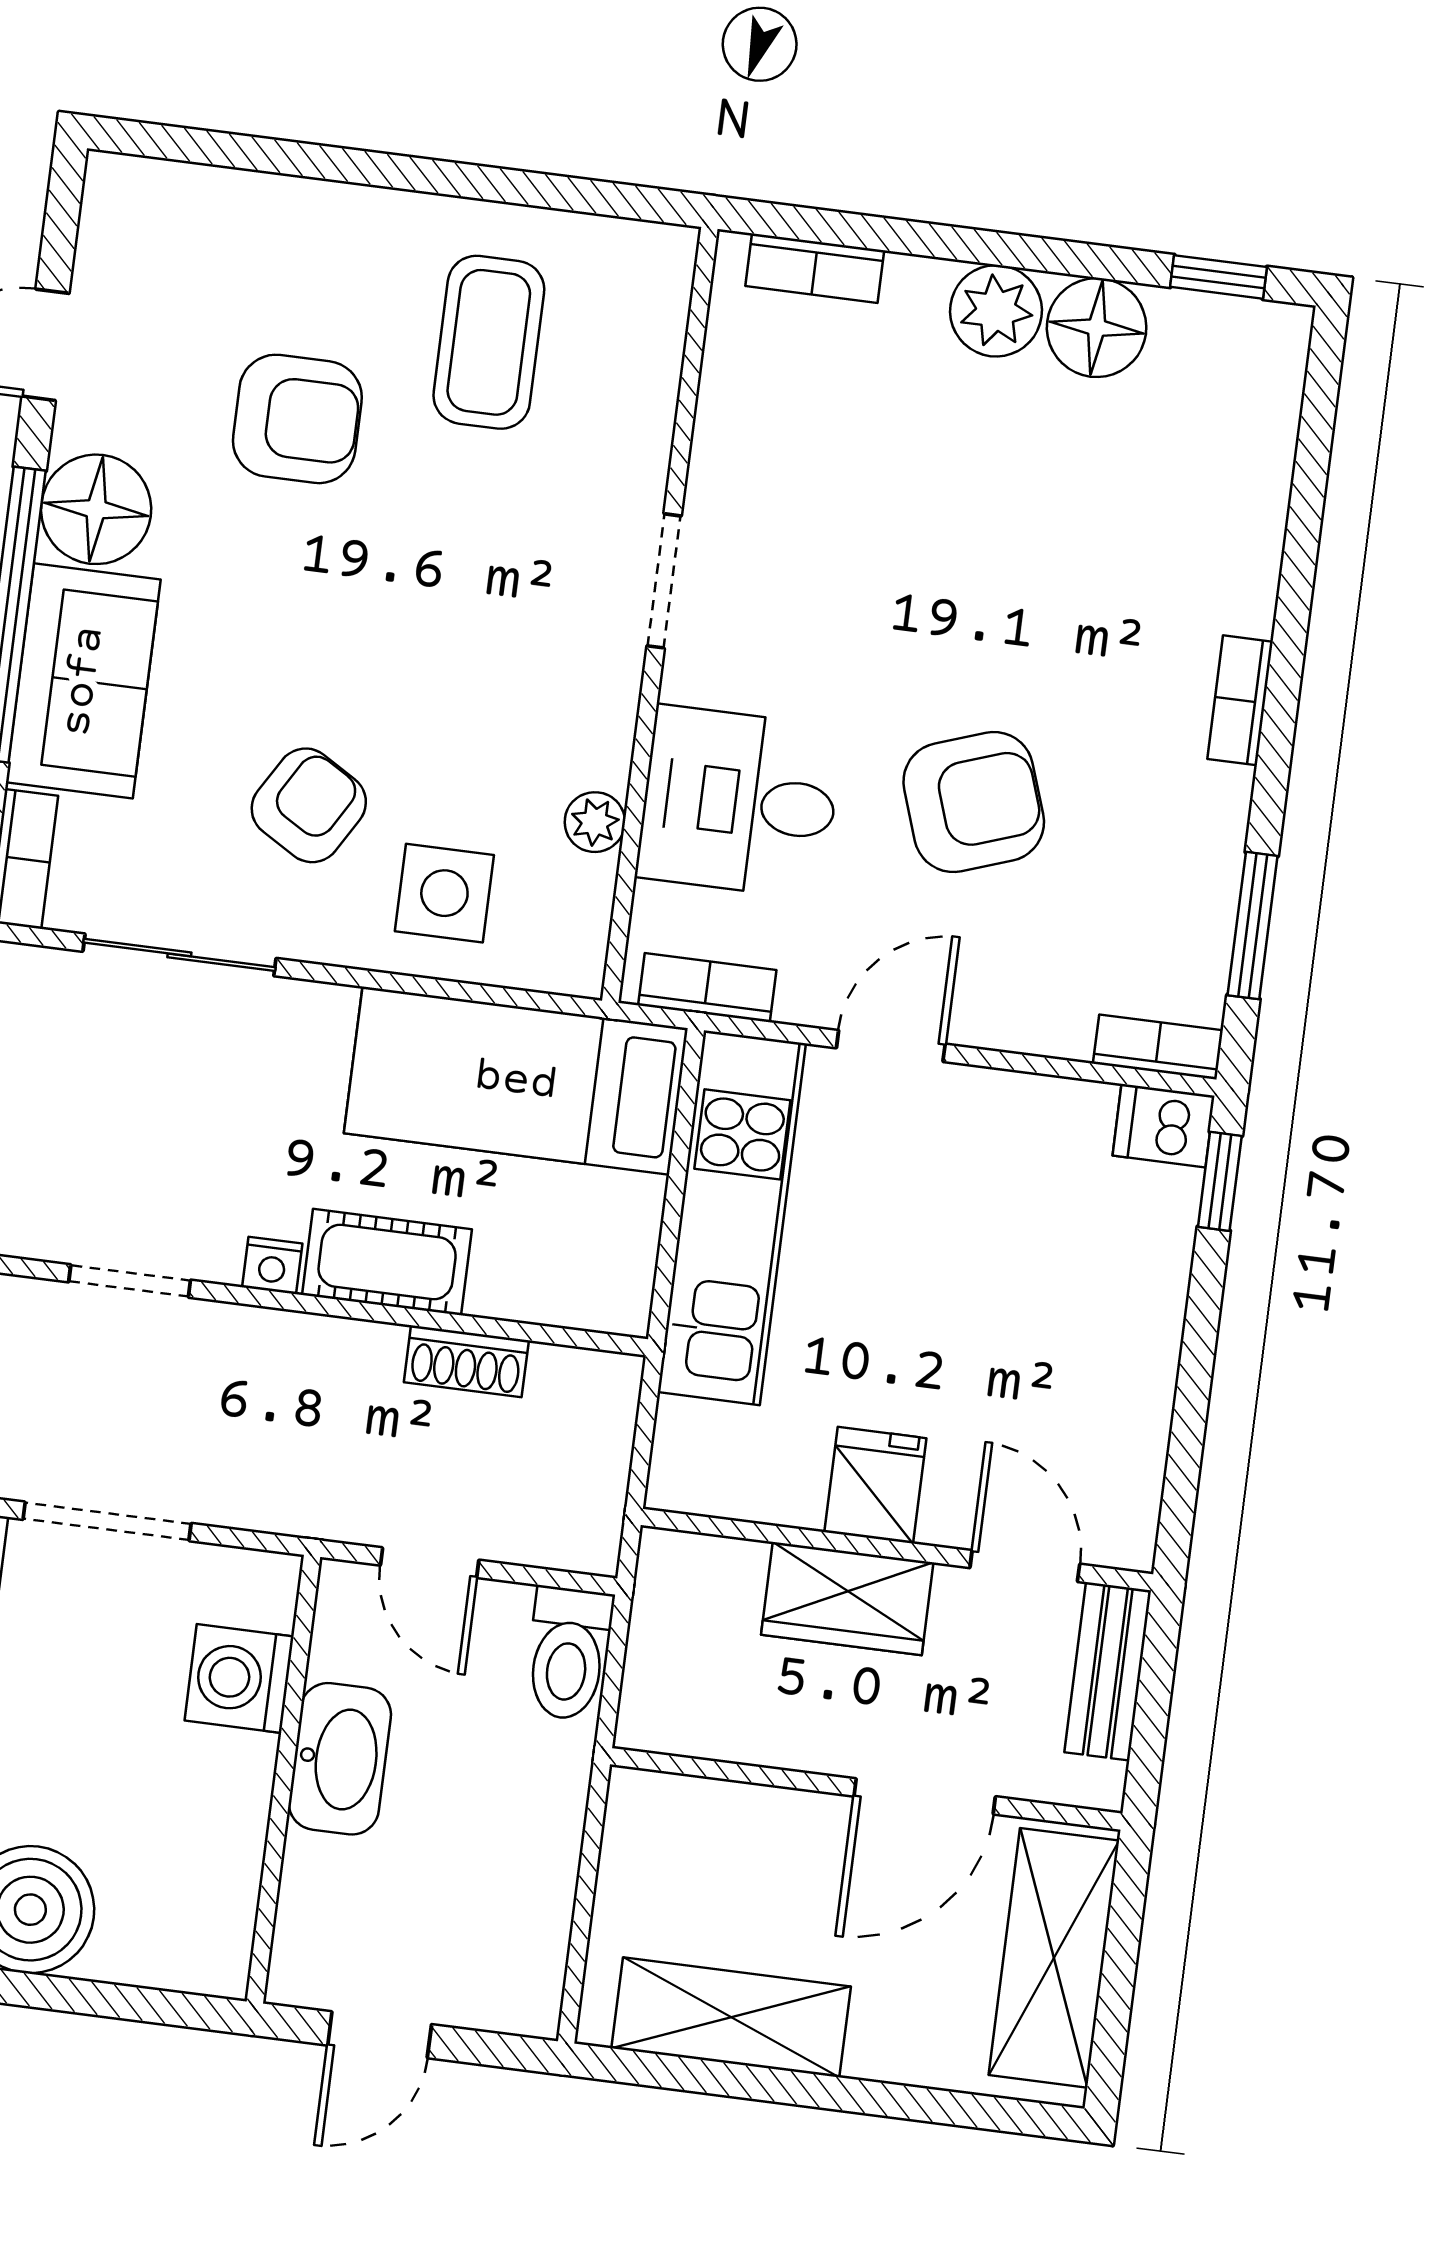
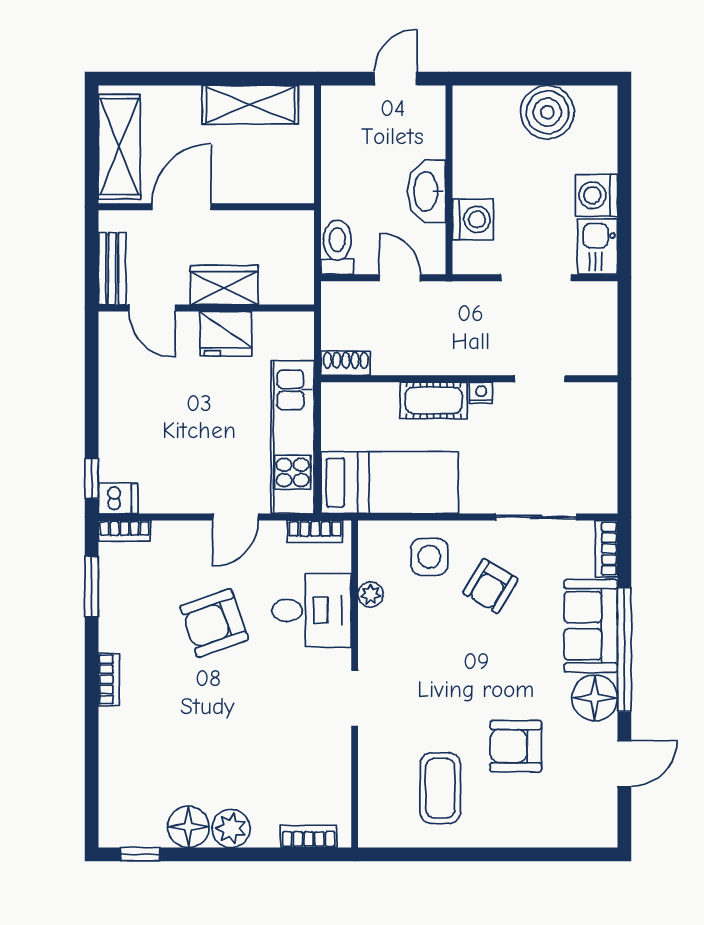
shoe rack: (466, 1361) -> (346, 363), moved
fridge: (875, 1485) -> (226, 334), width x1.38

